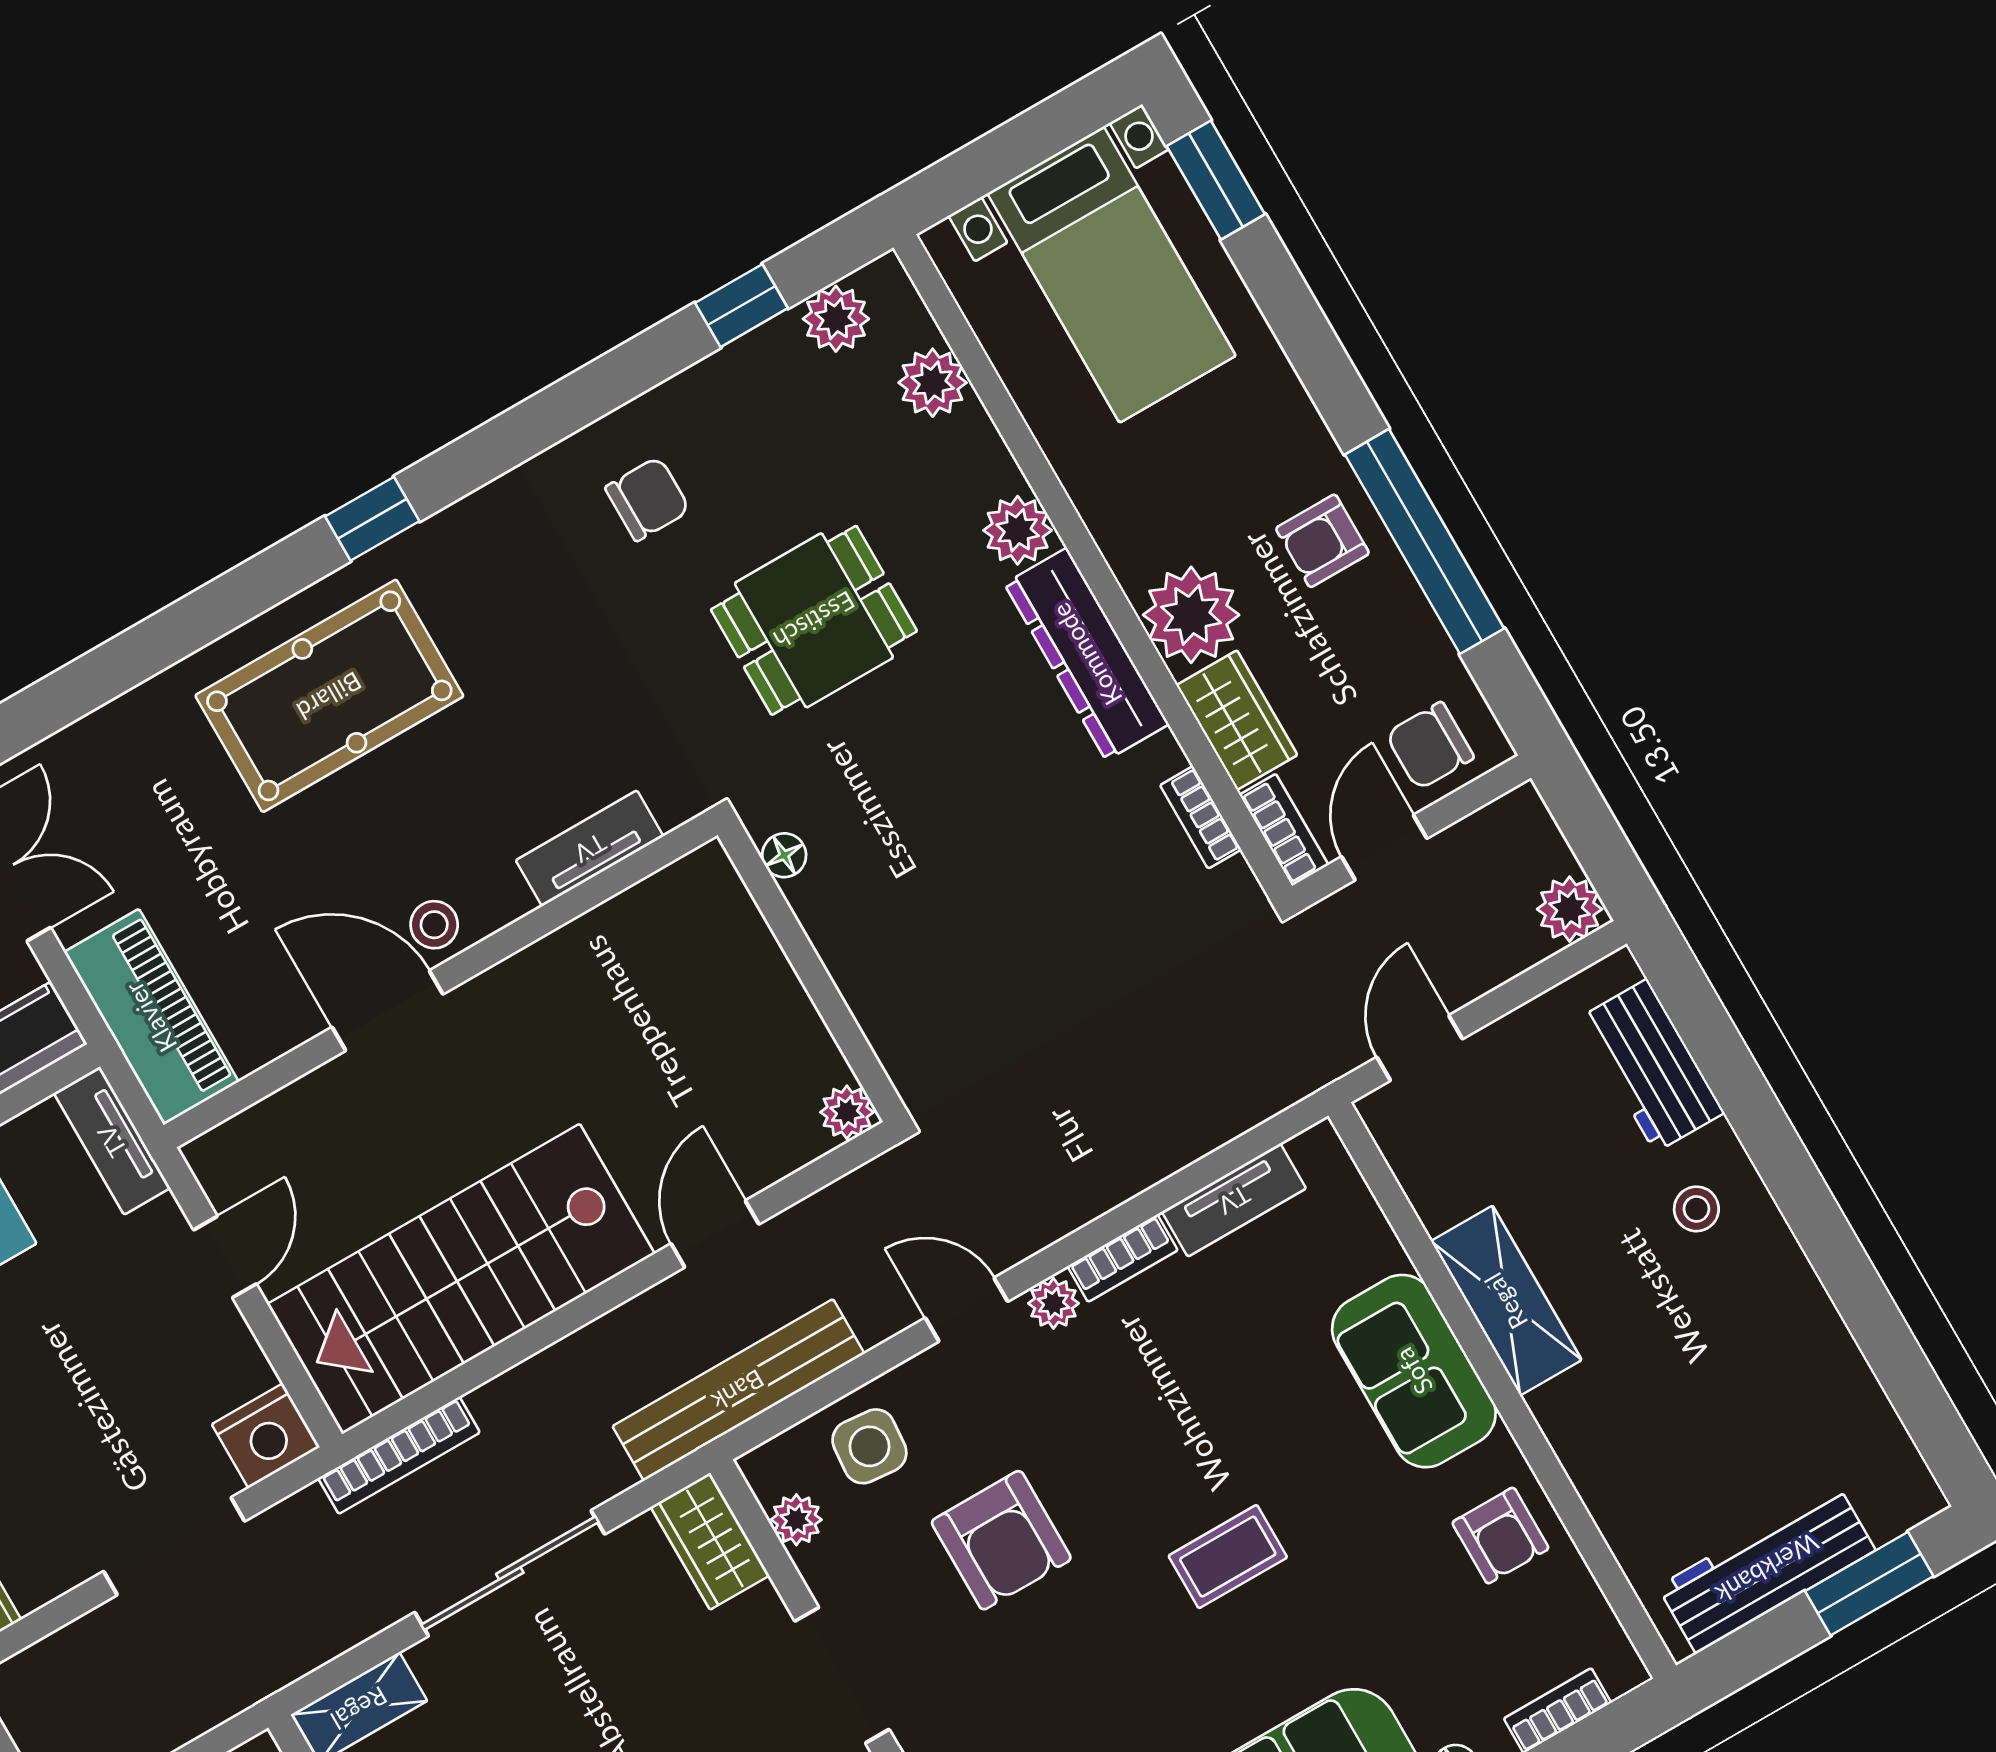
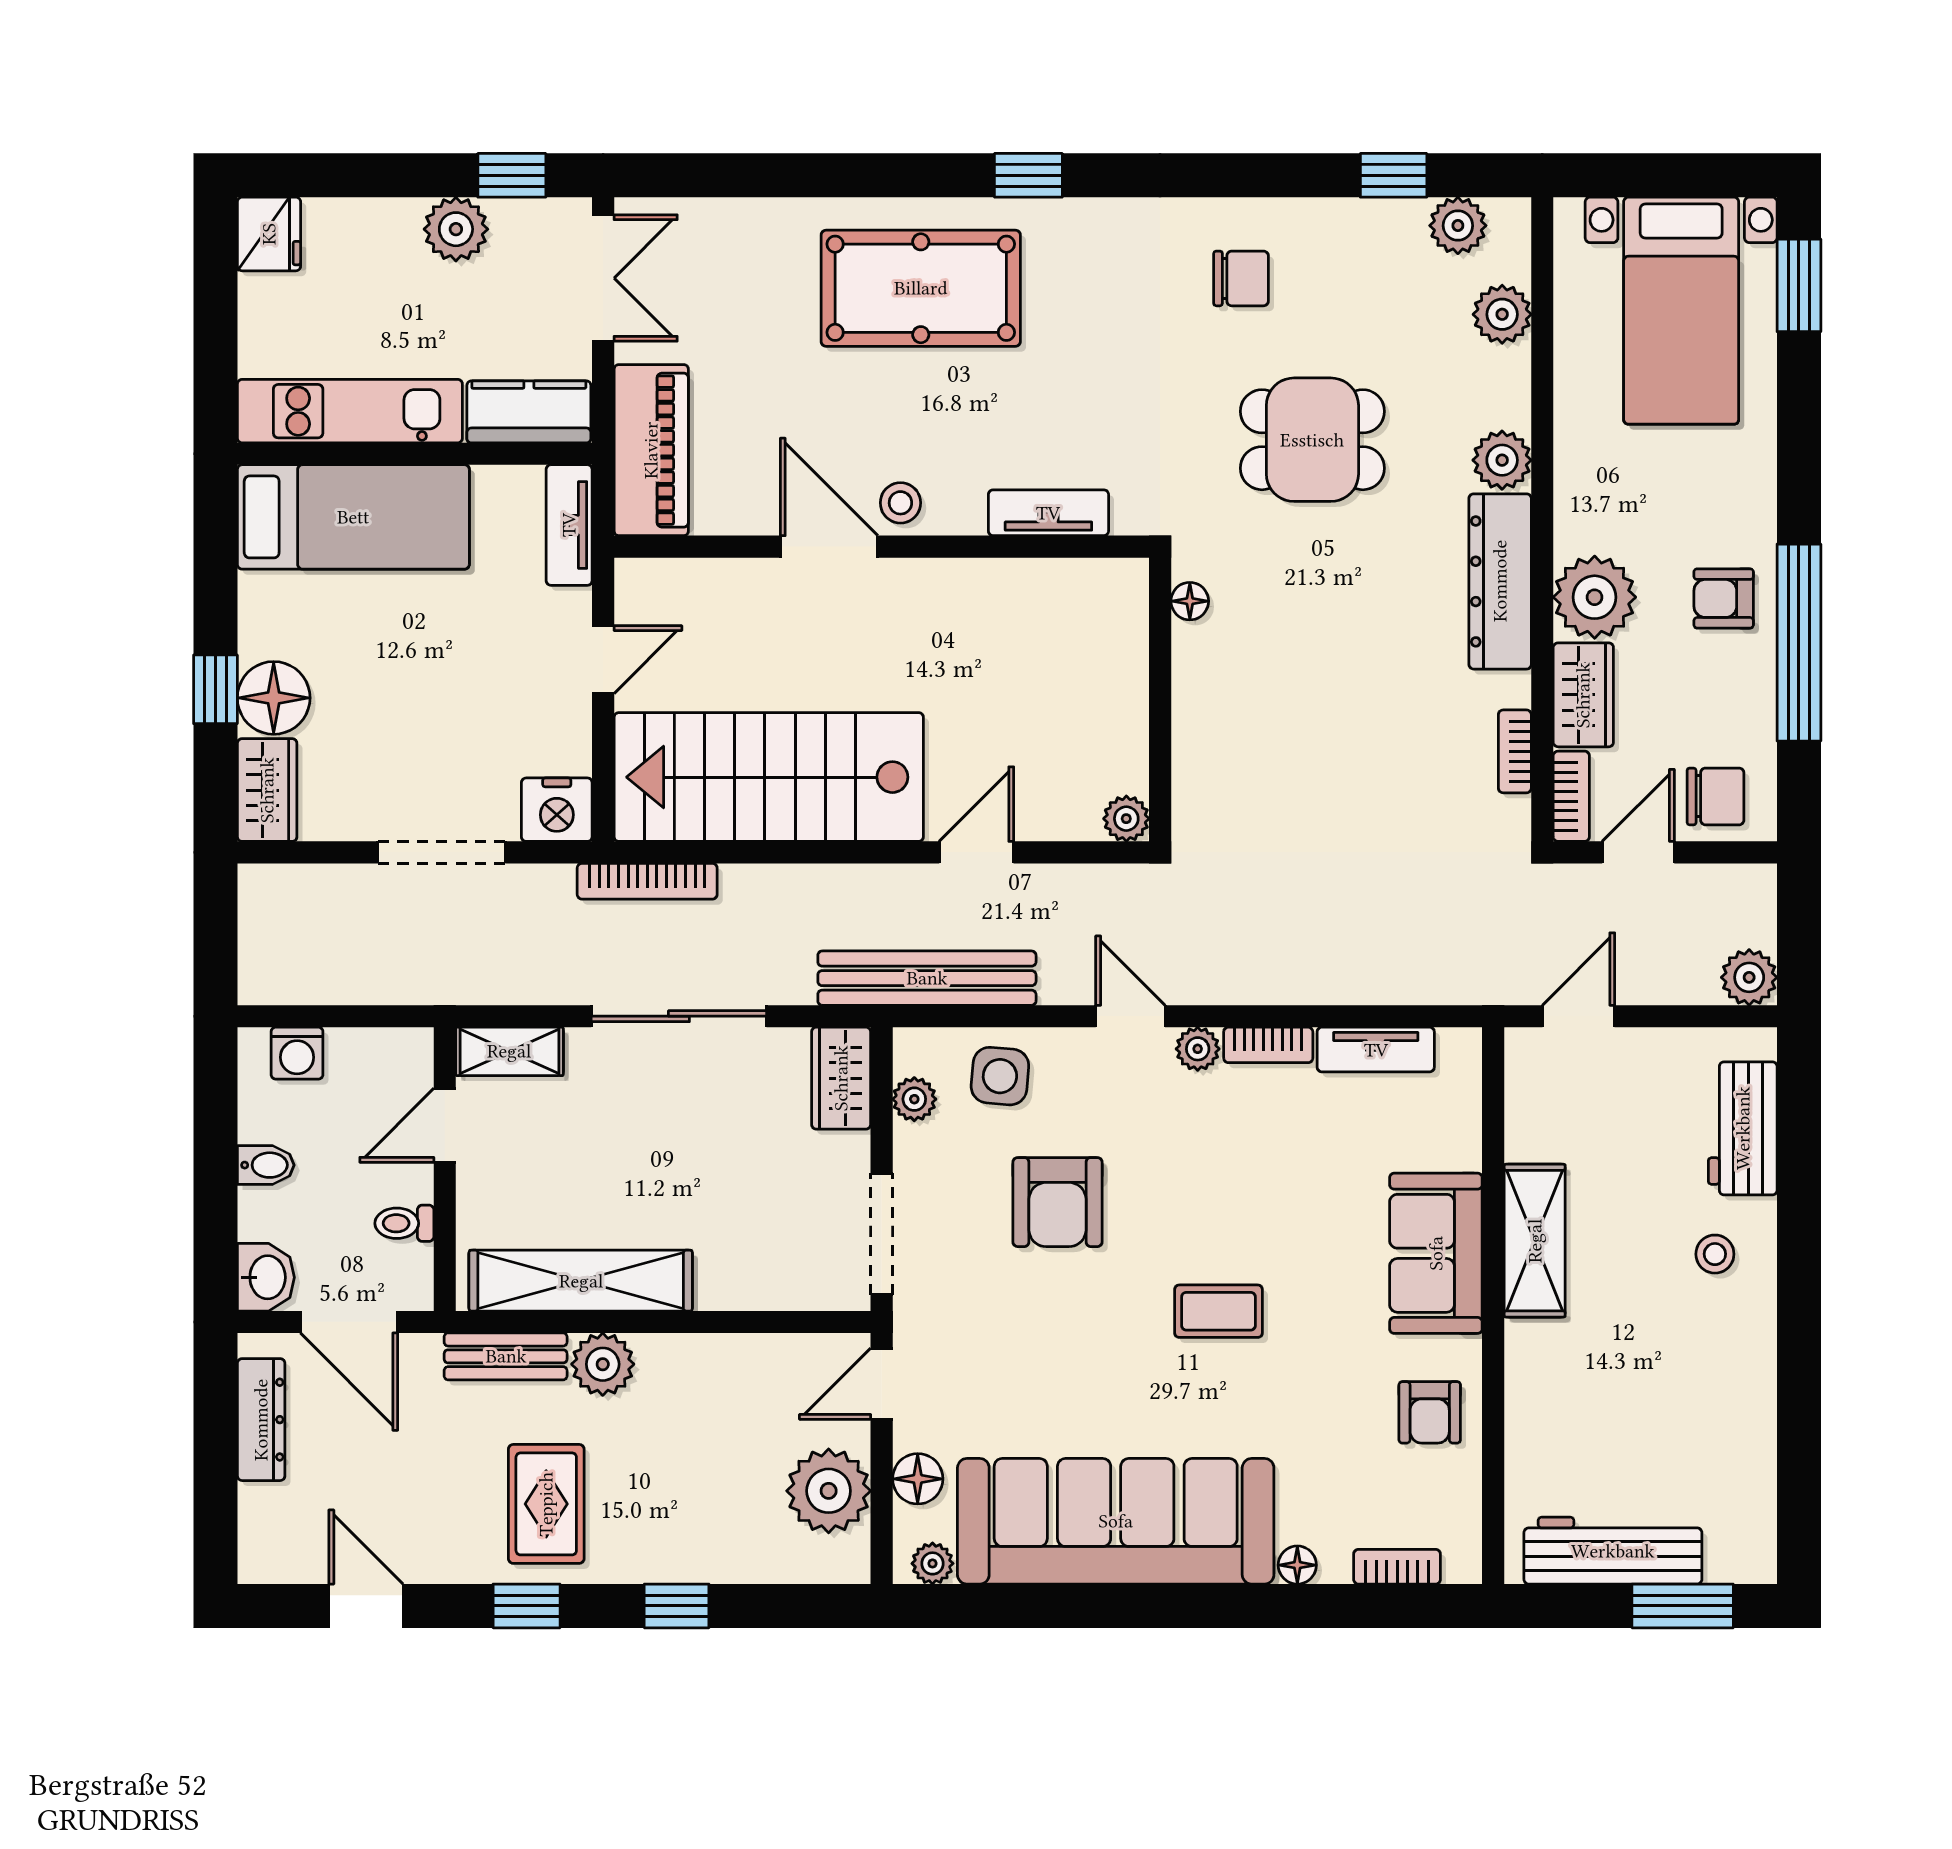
chair: (1430, 746) -> (1715, 796), turned 180

